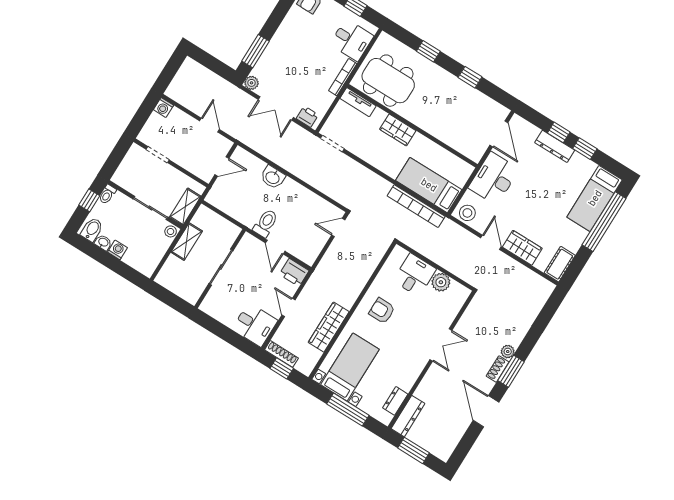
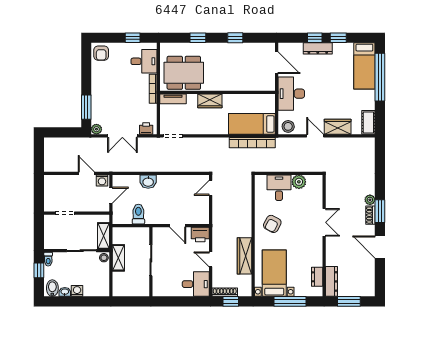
washing machine: (163, 107) -> (102, 180), moved
toilet: (266, 223) -> (138, 214), moved
armchair: (382, 311) -> (272, 224), turned -62

